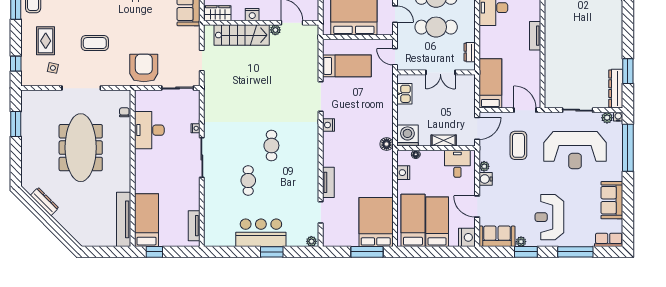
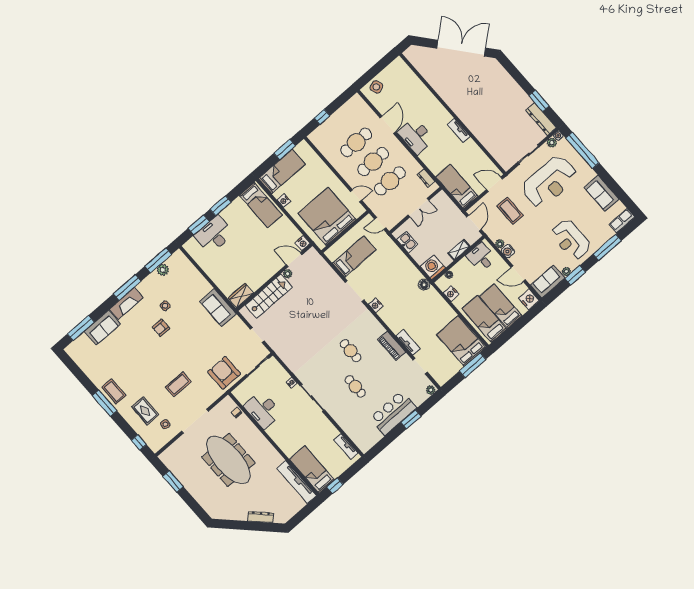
nightstand: (252, 15) -> (303, 243), moved
piano: (311, 173) -> (392, 346), added
dresser: (44, 202) -> (261, 517), moved

